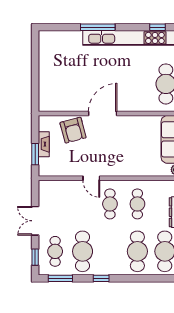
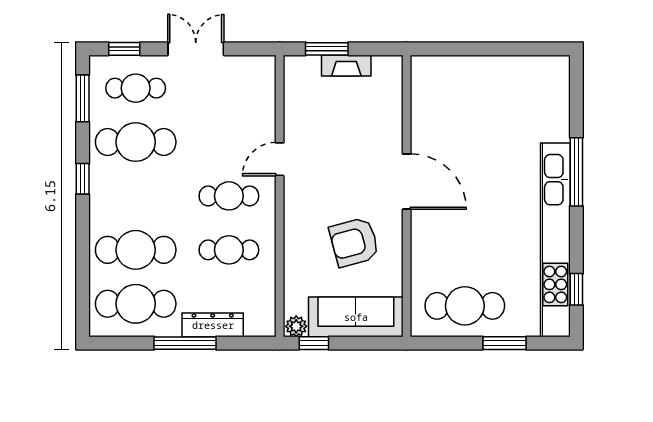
armchair: (73, 130) -> (354, 242), moved

